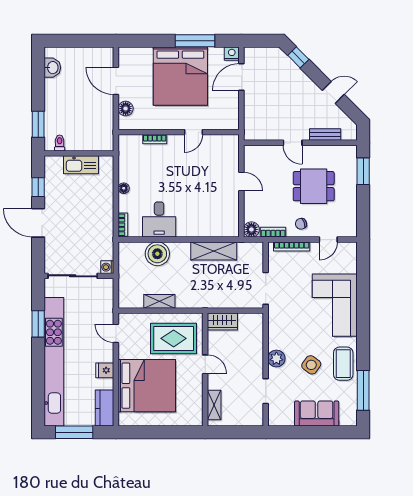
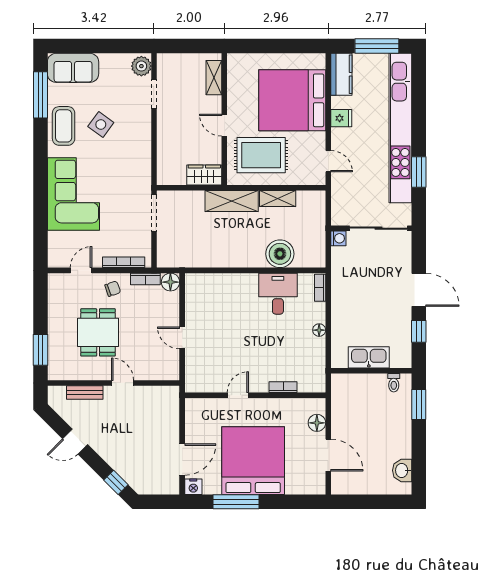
dining table: (314, 186) -> (98, 332), turned 90
shelving: (214, 251) -> (232, 201), moved
plant: (276, 359) -> (141, 66), moved
sofa: (317, 414) -> (73, 68), moved

